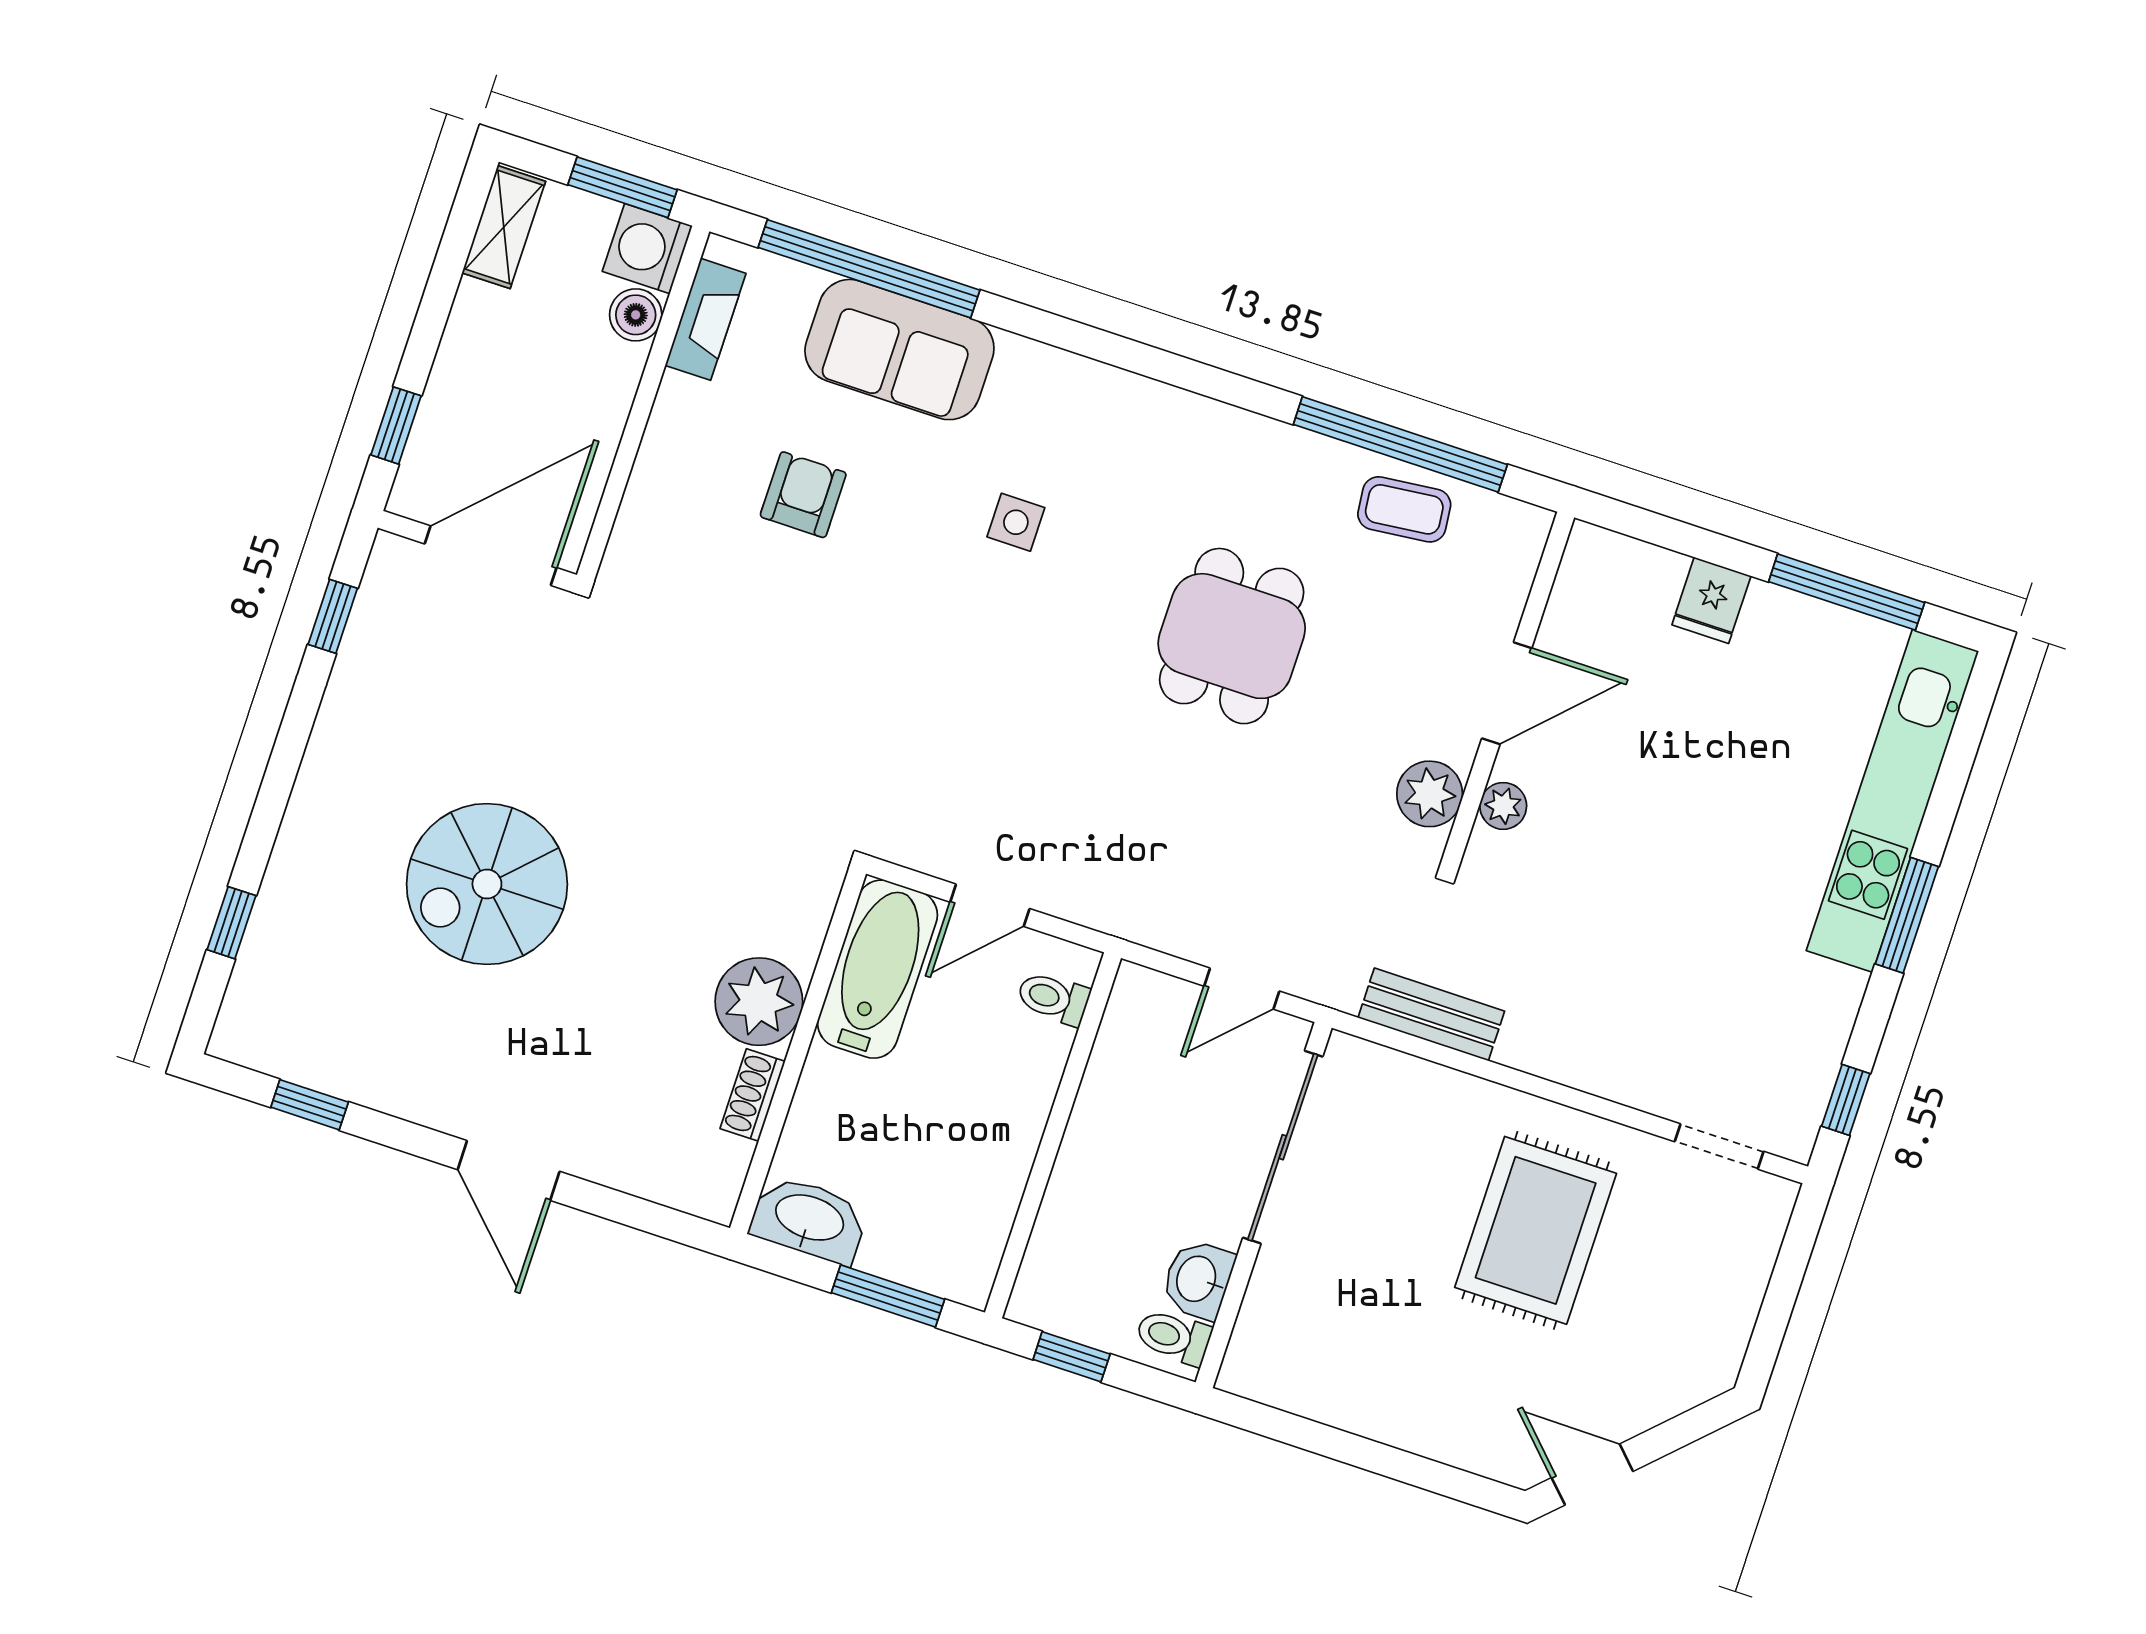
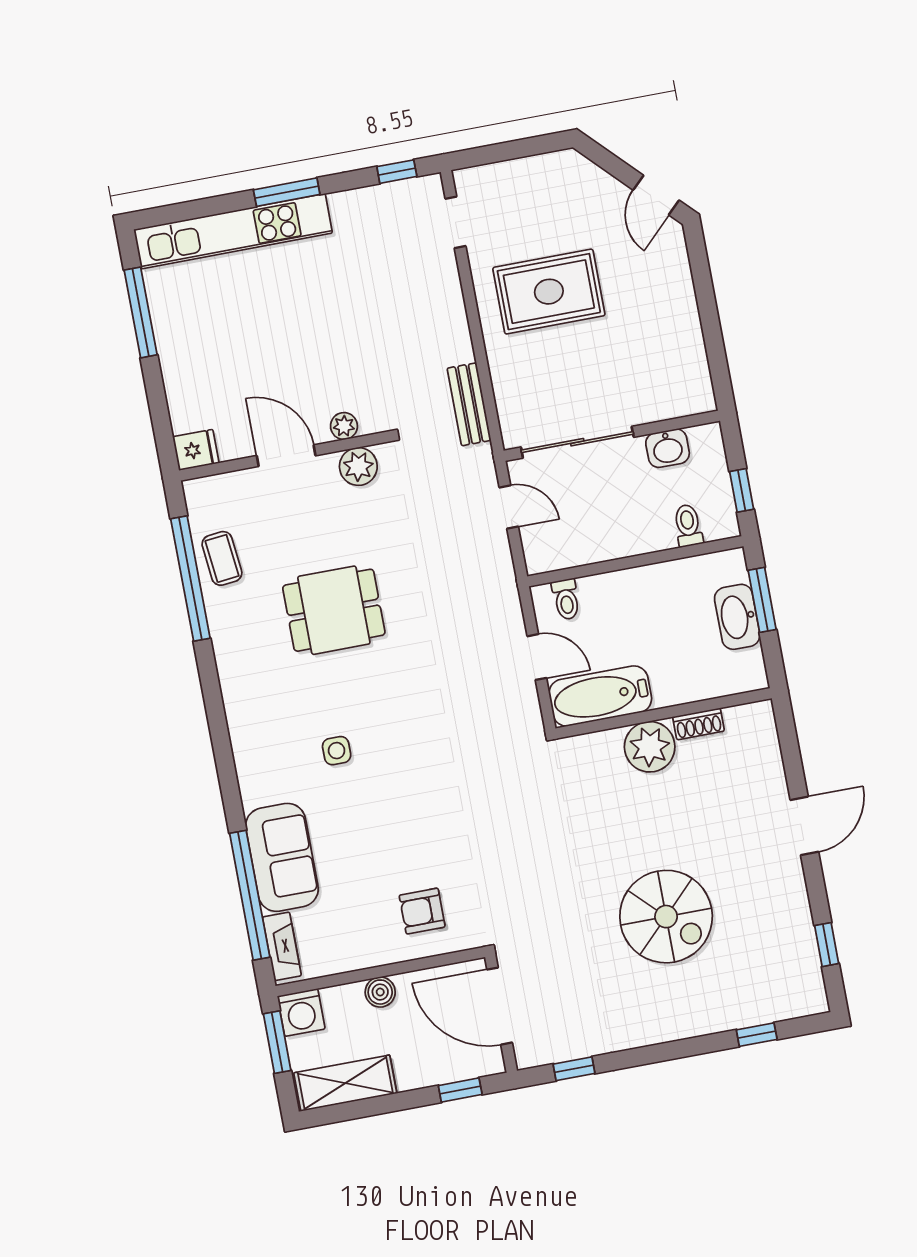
shelving: (504, 227) -> (345, 1083), width x1.50, depth x1.33
boiler: (636, 315) -> (380, 992), moved
fireplace: (706, 319) -> (282, 946), moved, turned 90
armchair: (803, 495) -> (422, 911), moved
fridge: (1711, 600) -> (196, 450), moved
washbasin: (809, 1219) -> (737, 617), moved
toilet: (1173, 1337) -> (688, 526), moved, turned 180

